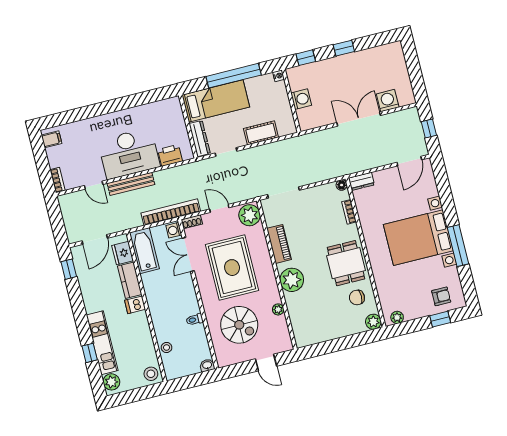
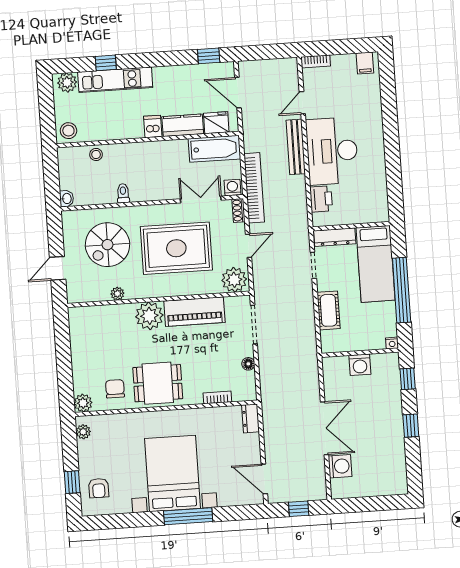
floor lamp: (342, 185) -> (248, 364), moved
piano: (279, 244) -> (194, 312), width x1.37, depth x1.33
window: (458, 246) -> (188, 516), moved

